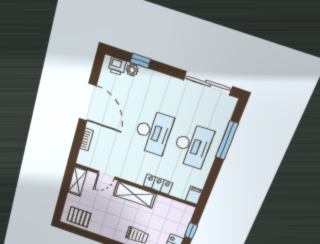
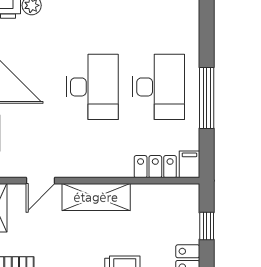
window: (227, 140) -> (207, 98), moved
locker: (158, 184) -> (155, 167), moved

